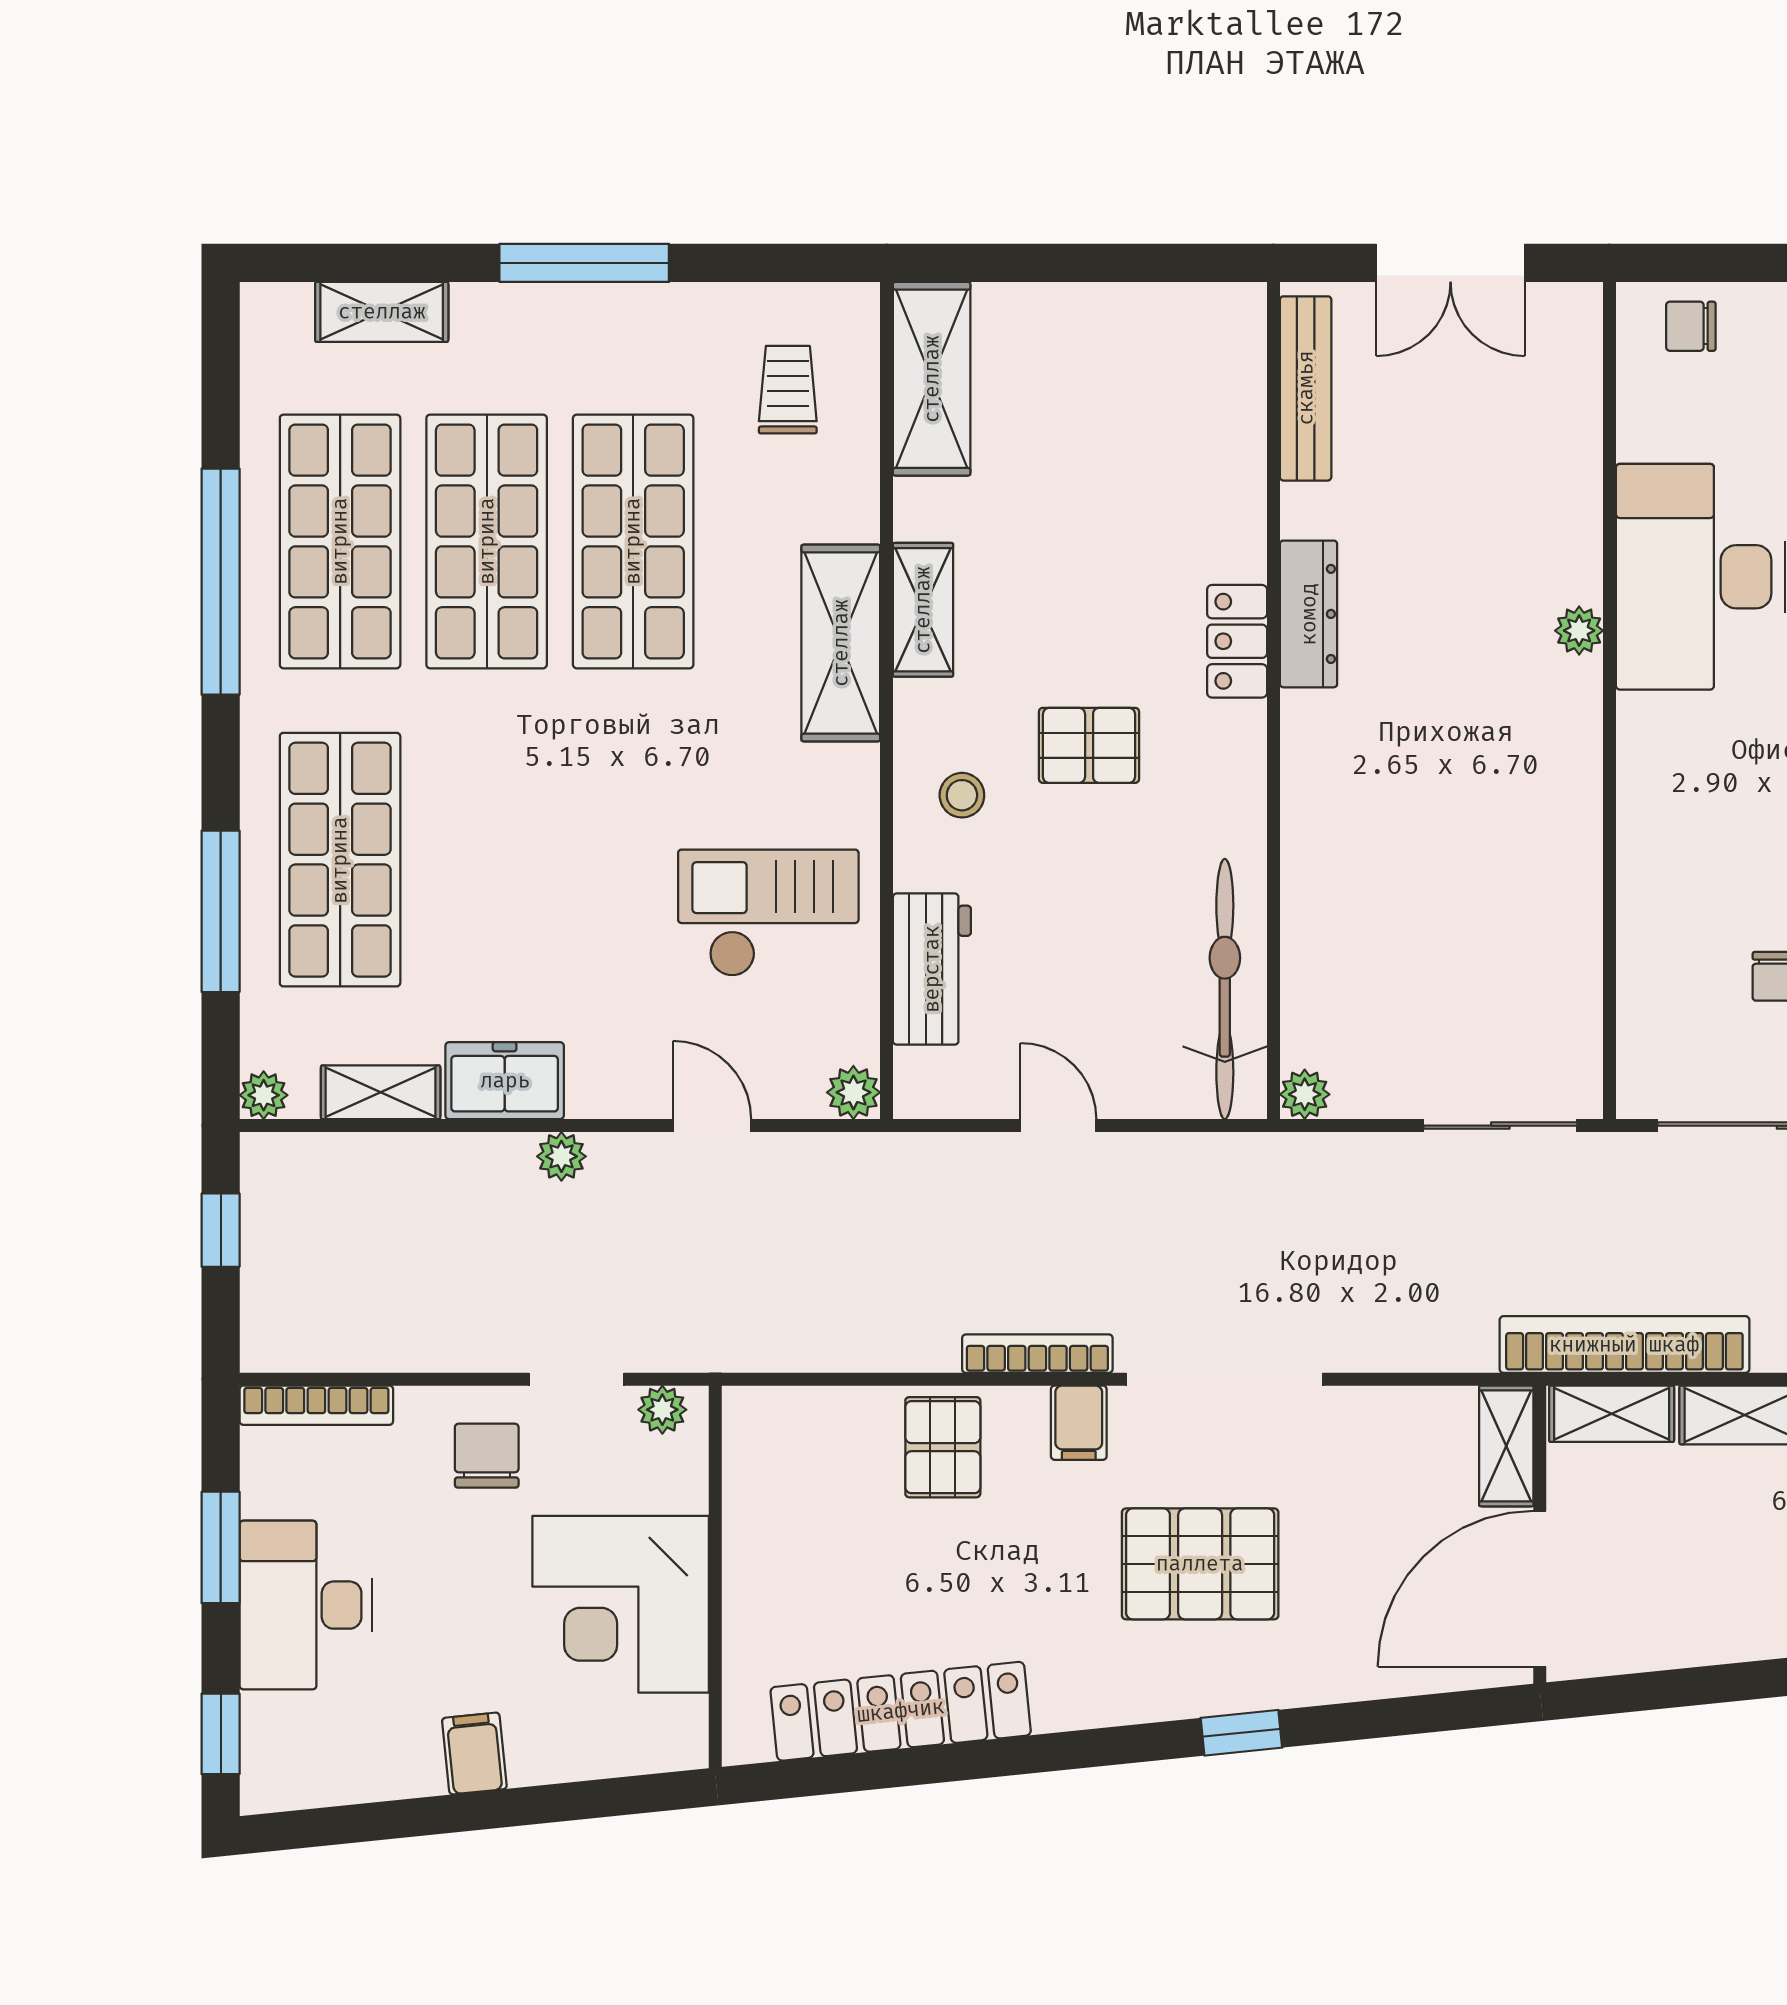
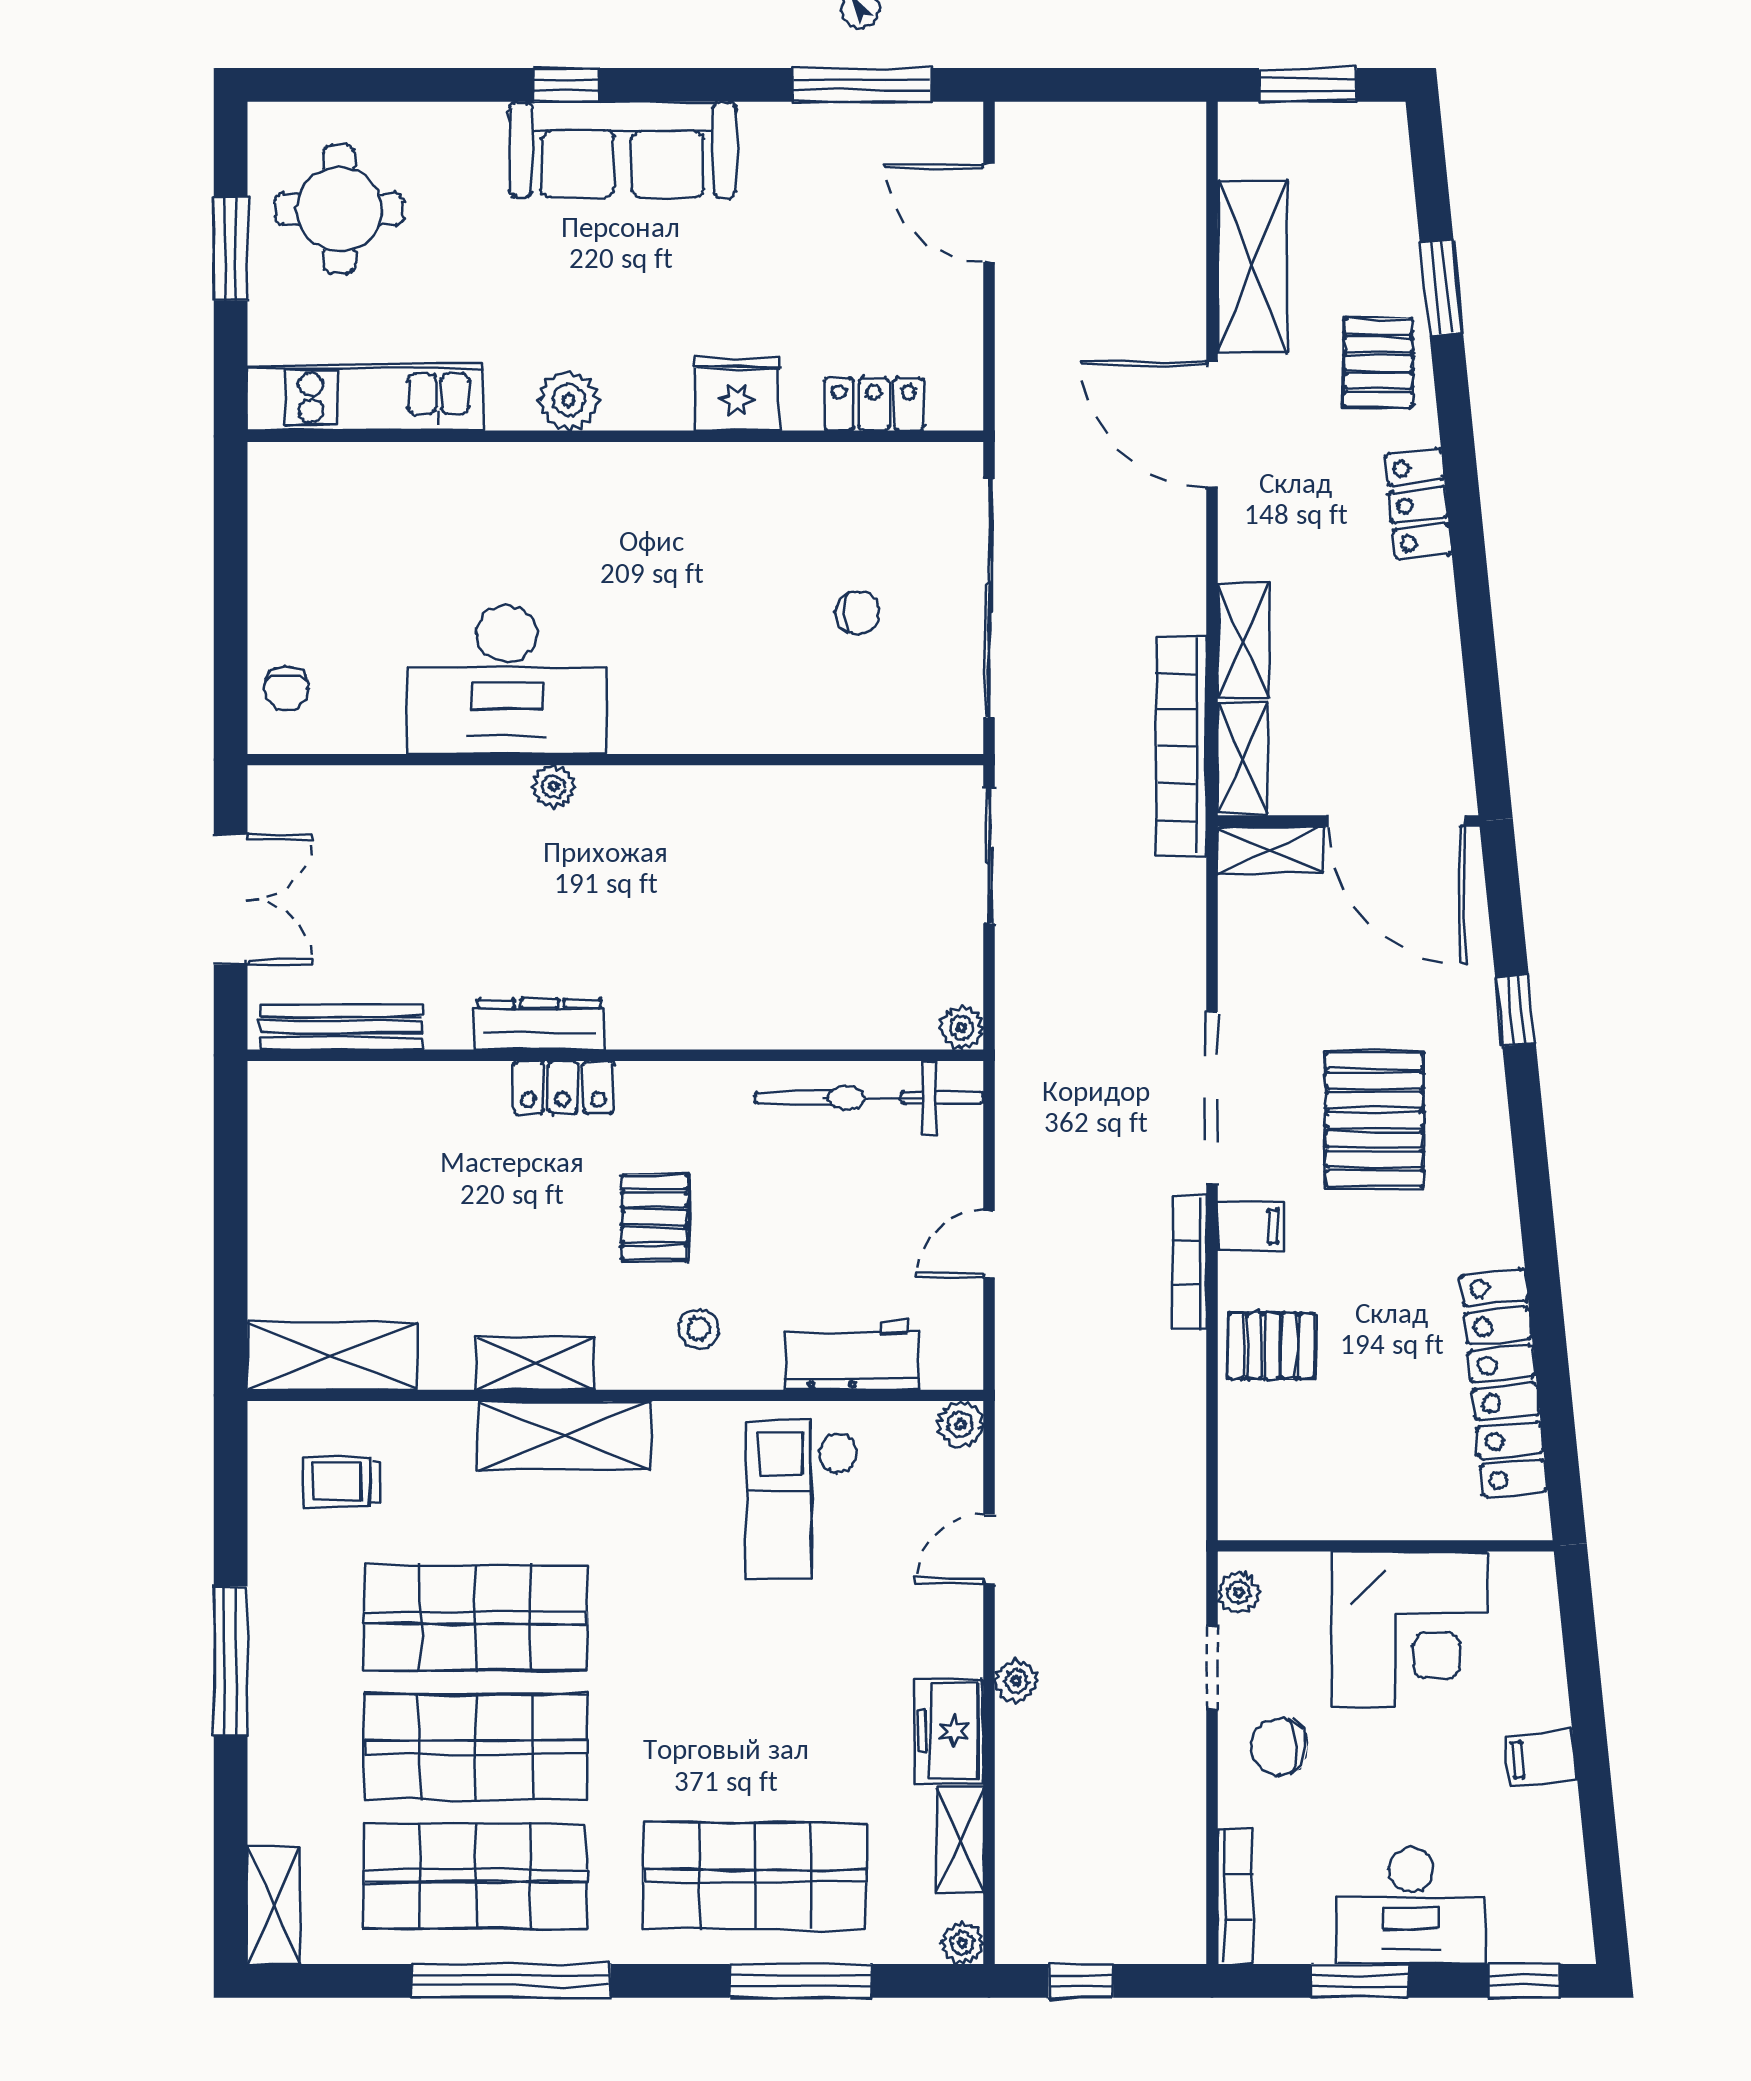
shelving: (382, 312) -> (274, 1906), moved
window: (1241, 1733) -> (1515, 1011), moved

